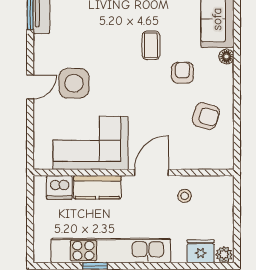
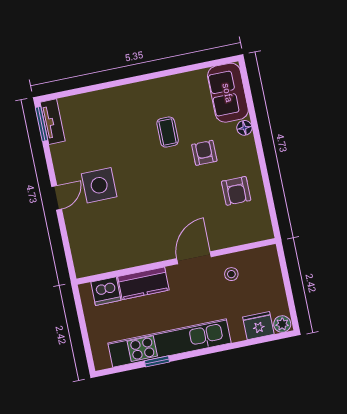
armchair: (206, 116) -> (236, 191), turned 73
corner sofa: (91, 143) -> (128, 241), removed

